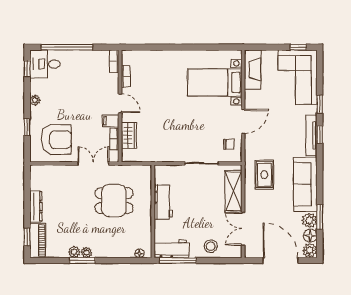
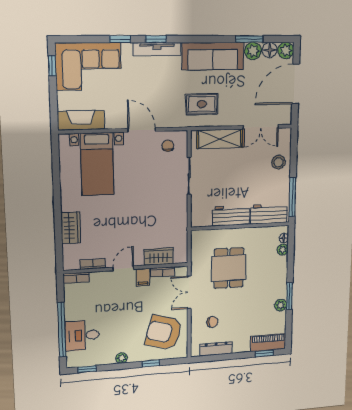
wardrobe: (160, 58) -> (71, 228), added
desk: (45, 64) -> (82, 335), moved, turned 90
armchair: (56, 140) -> (164, 333), turned -74
chair: (63, 186) -> (212, 322), added
dresser: (36, 206) -> (216, 349), moved
workbench: (172, 249) -> (269, 214), moved, turned 90
plant: (86, 252) -> (283, 249), moved

